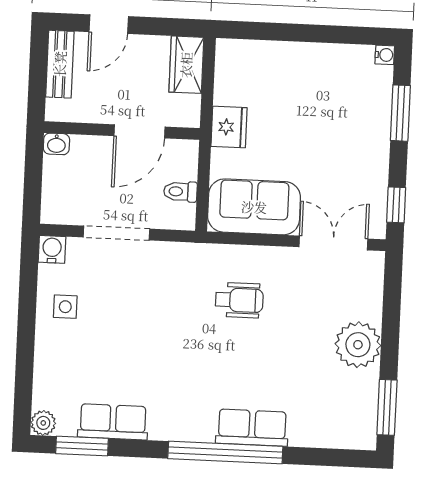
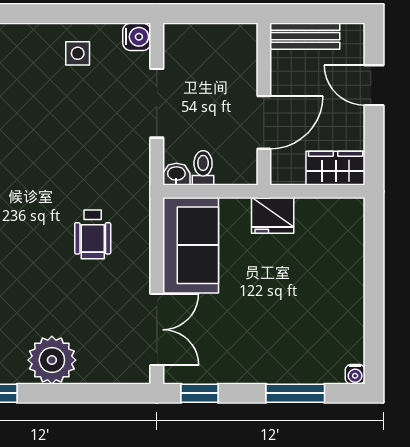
bench: (60, 64) -> (305, 36), moved
door: (139, 131) -> (264, 122), swing flipped
washbasin: (56, 144) -> (176, 174), moved, turned 90

